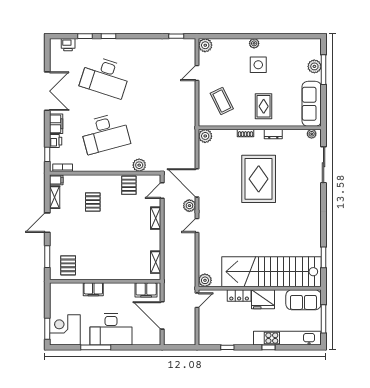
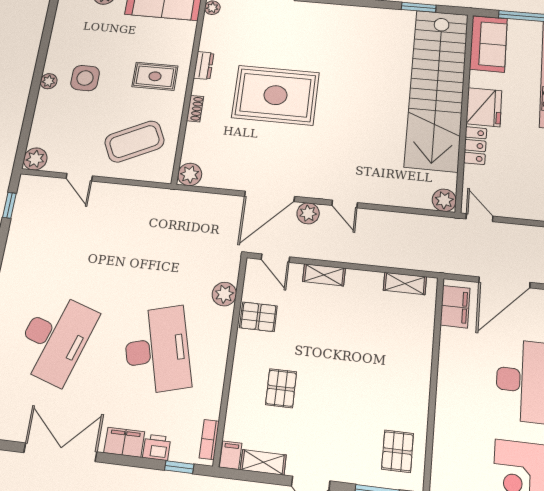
coffee table: (222, 101) -> (134, 142), width x1.36, depth x1.32
pallet: (93, 202) -> (281, 388), turned 90
pallet: (68, 265) -> (398, 451), turned 90
filing cabinet: (93, 289) -> (448, 407), removed

